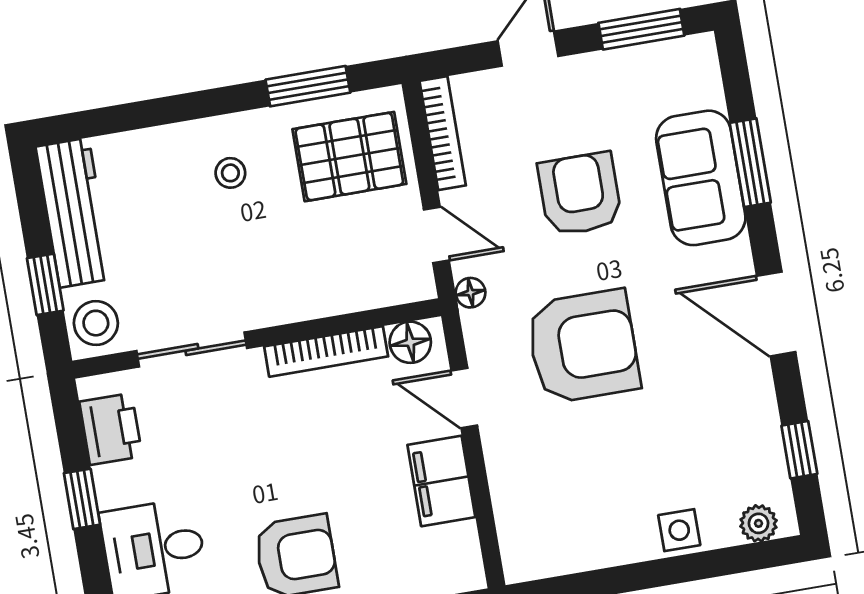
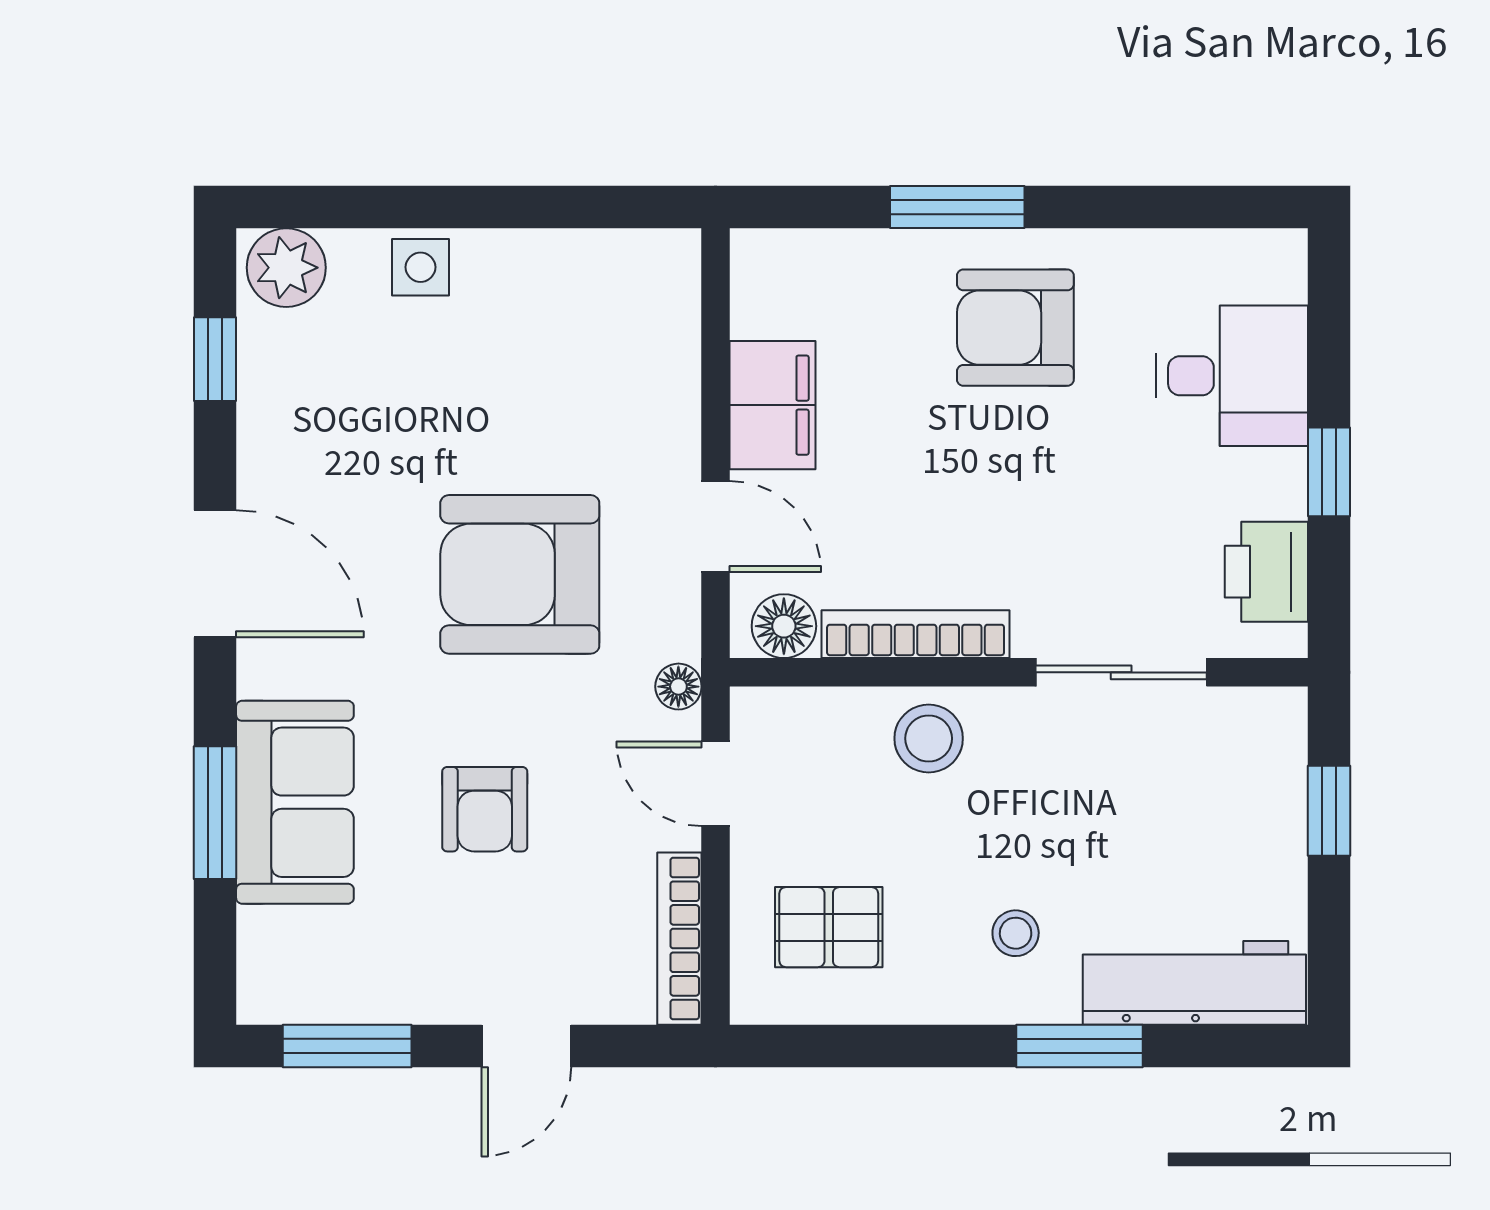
window: (308, 86) -> (1080, 1046), moved
pallet: (349, 157) -> (829, 927), width x0.67, depth x0.71
armchair: (580, 194) -> (485, 809), width x0.72, depth x0.72
workbench: (74, 213) -> (1194, 983), moved, turned 90
stool: (96, 323) -> (929, 738), moved
plant: (759, 523) -> (286, 268), width x1.38, depth x1.38

